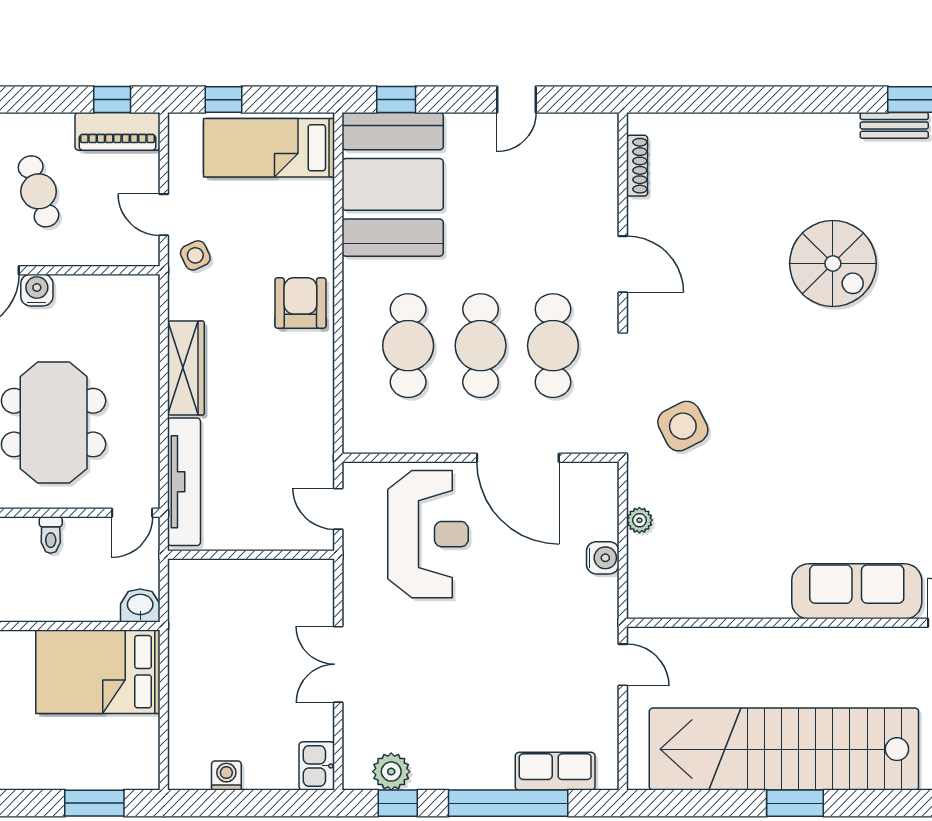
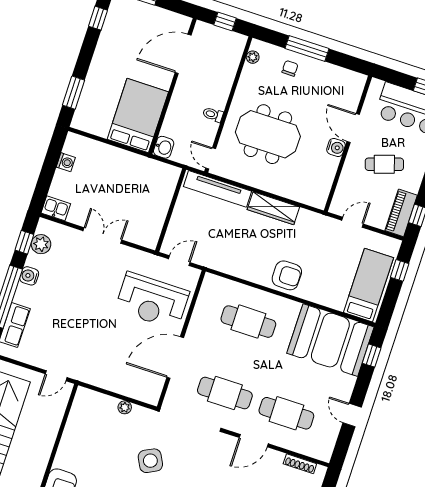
side table: (195, 255) -> (327, 231), removed
cafe table: (481, 346) -> (286, 413), moved
side table: (683, 426) -> (150, 461), moved
water cooler: (603, 558) -> (29, 276), moved, turned 90

